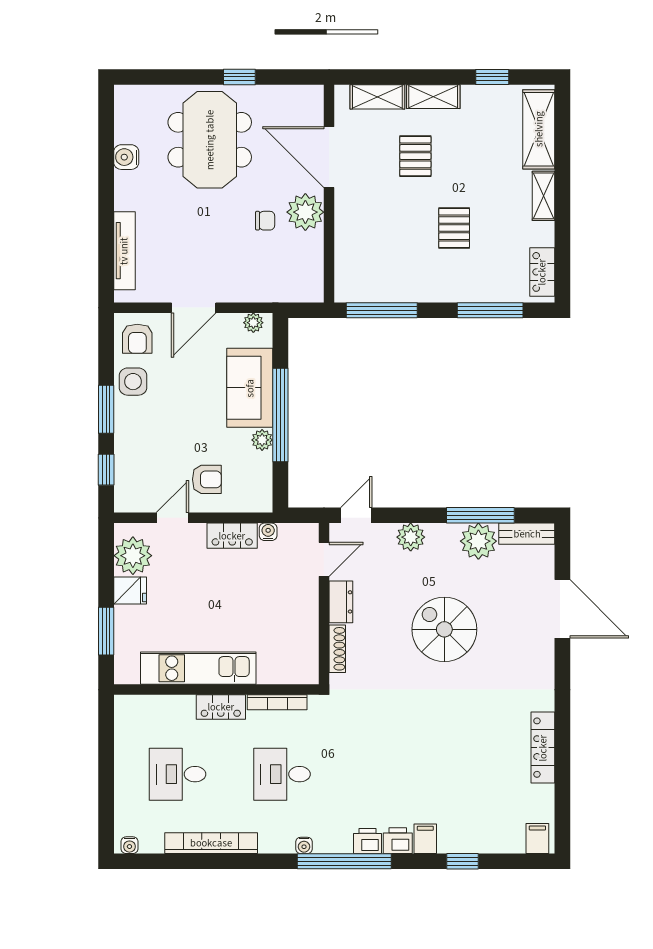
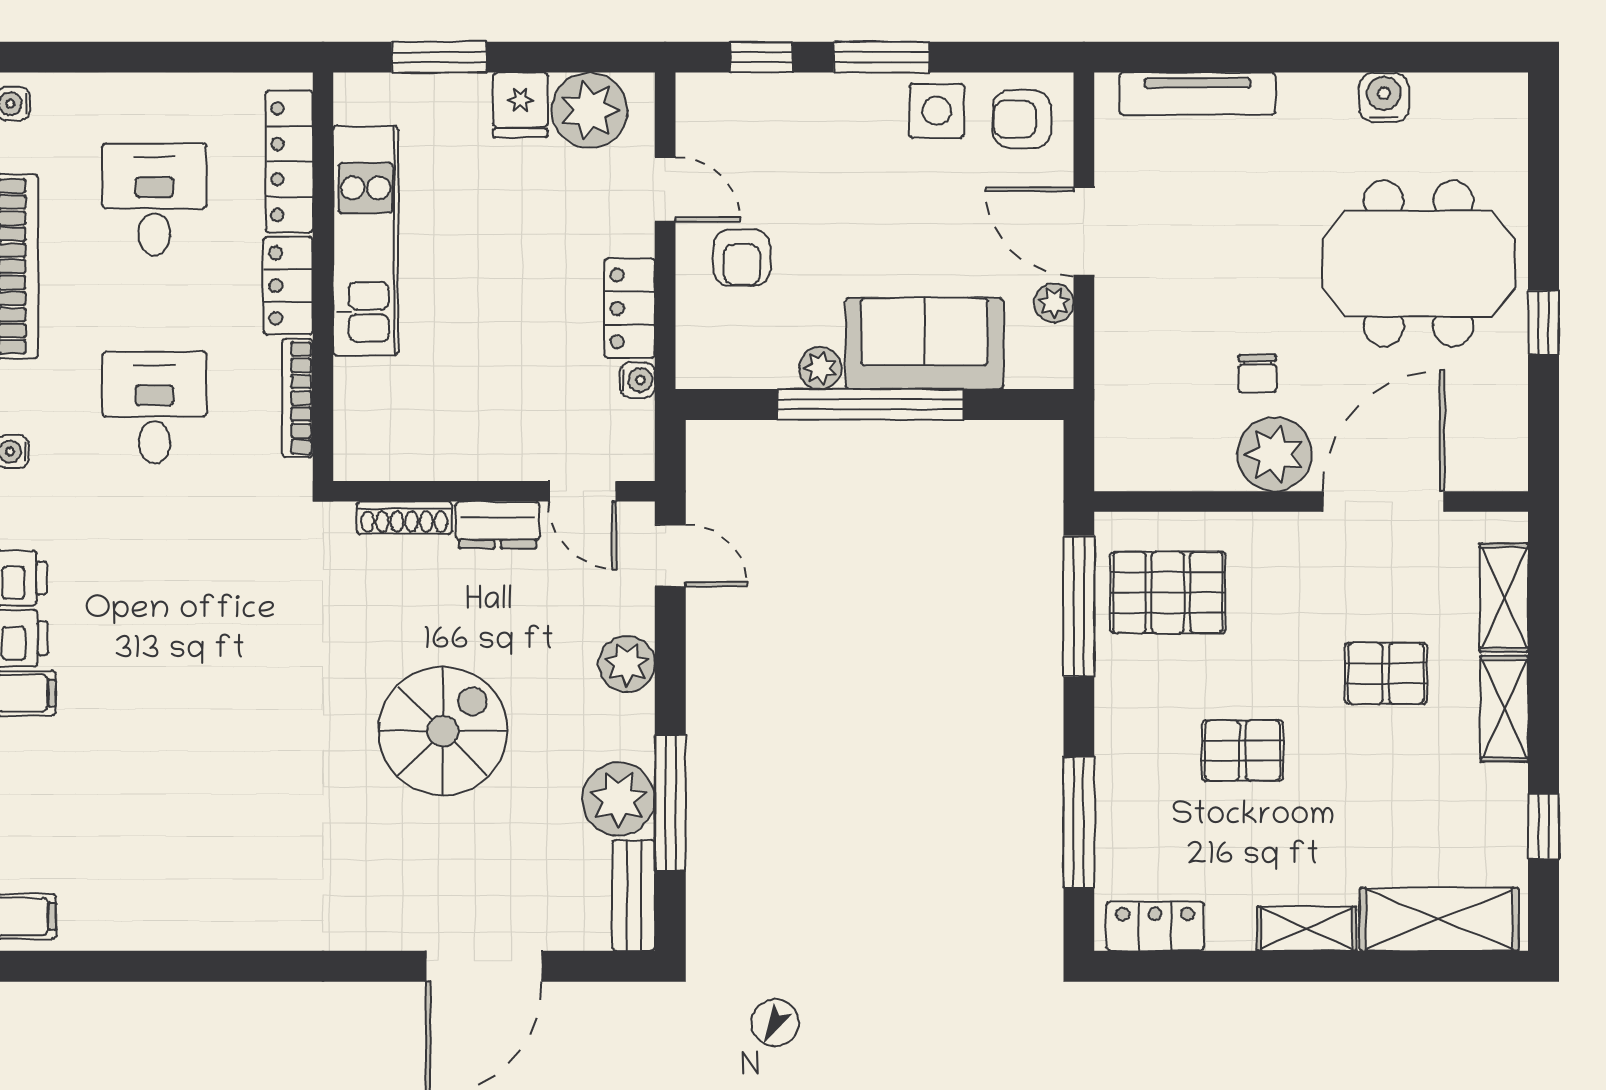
pallet: (375, 266) -> (1168, 592), added
plant: (253, 323) -> (1054, 303), moved
locker: (543, 748) -> (289, 162), moved, turned -90

